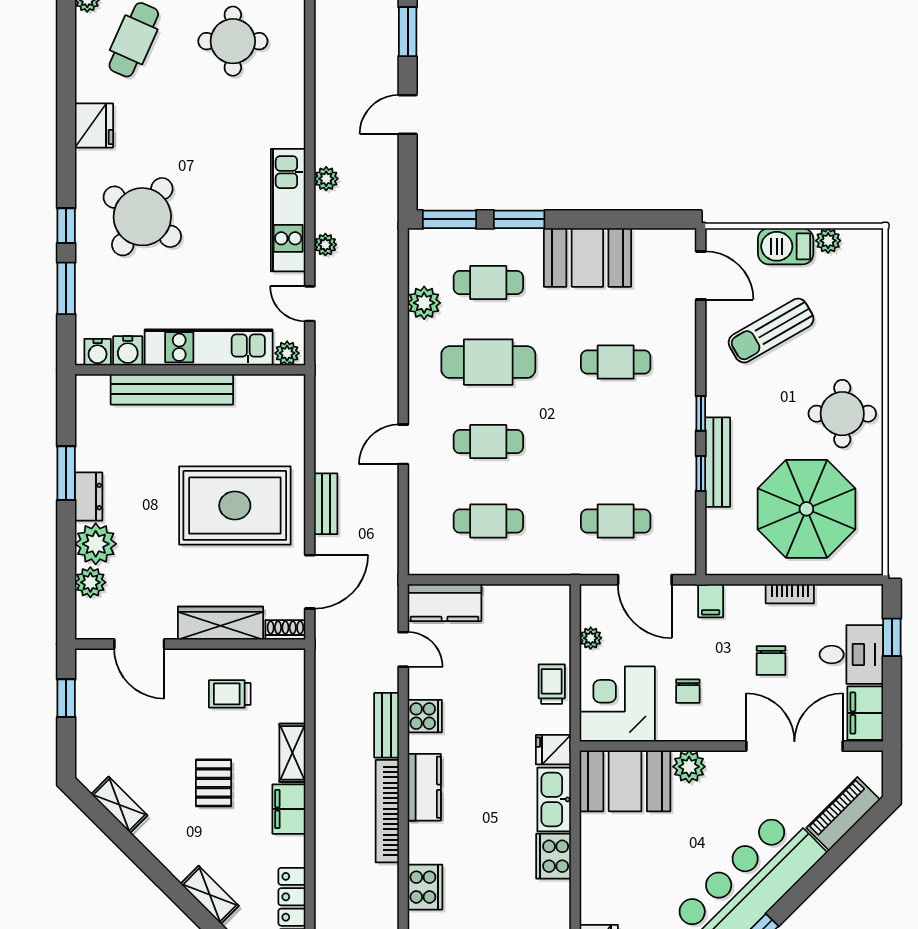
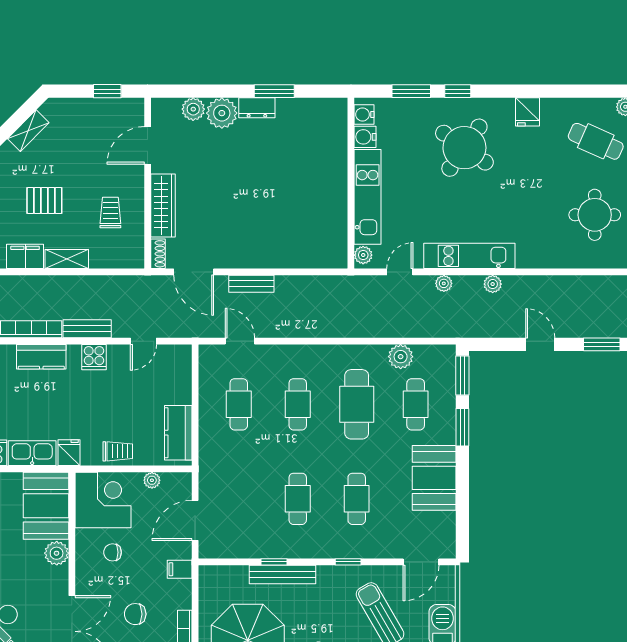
fridge: (94, 125) -> (528, 112), width x0.72
bench: (172, 389) -> (336, 170), removed
window: (701, 413) -> (348, 562), moved
door: (403, 444) -> (240, 341), moved
rug: (235, 505) -> (250, 216), removed
cafe table: (616, 521) -> (298, 499), moved
kitchen counter: (444, 603) -> (178, 433), moved

